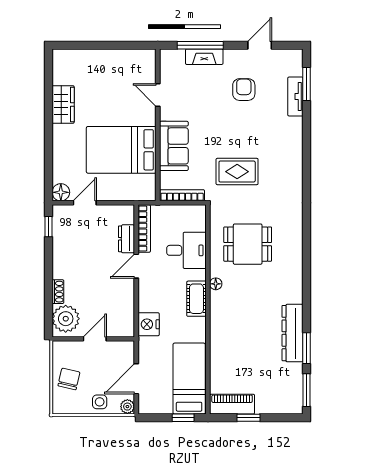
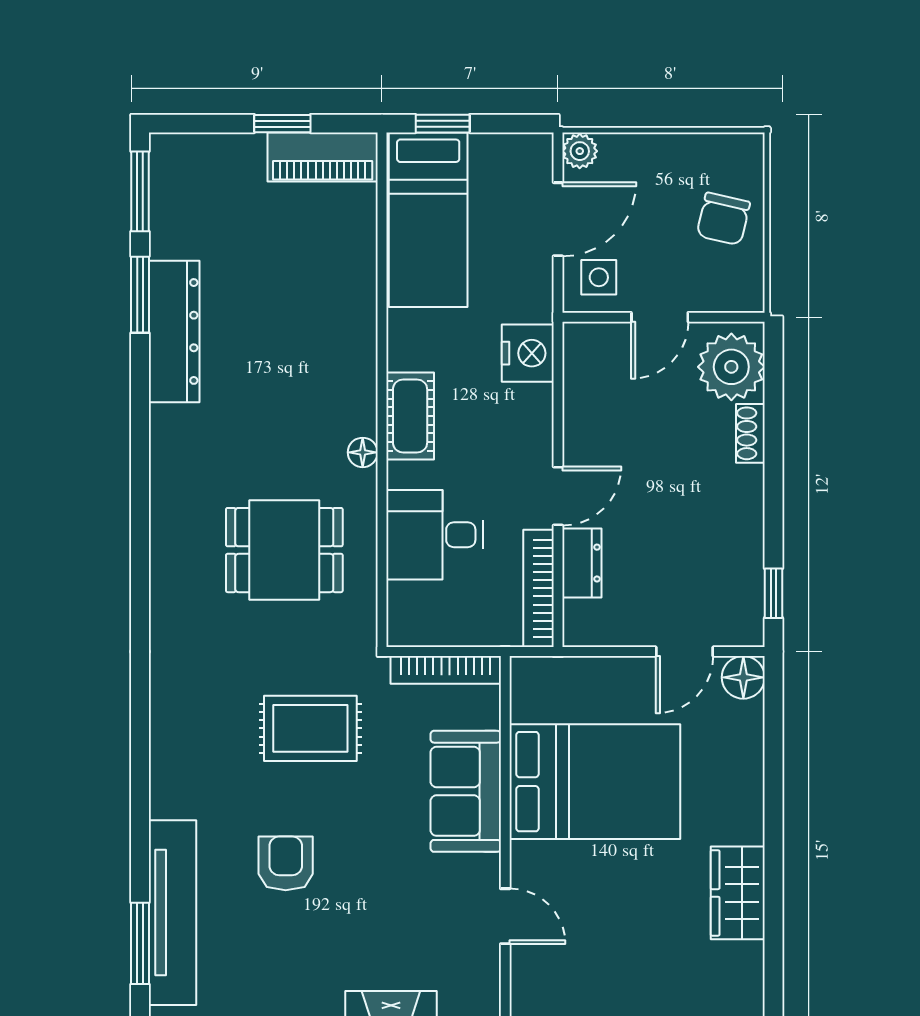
armchair: (244, 90) -> (286, 863), moved, turned 180
tv unit: (295, 97) -> (172, 913), width x1.92, depth x1.29
side table: (100, 402) -> (599, 277), moved

